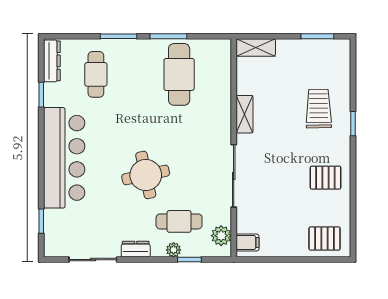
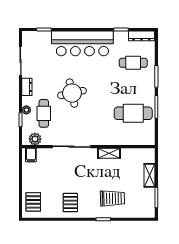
shelving: (256, 47) -> (150, 175), moved

